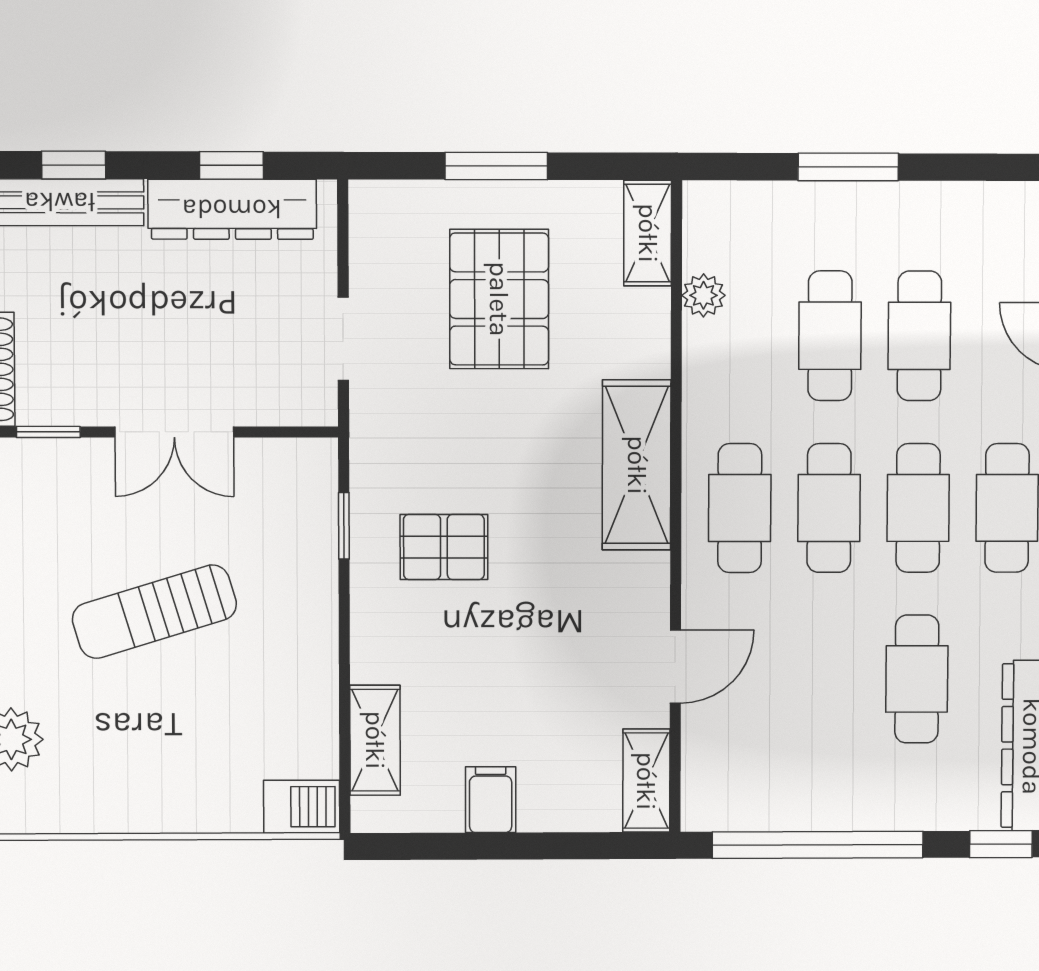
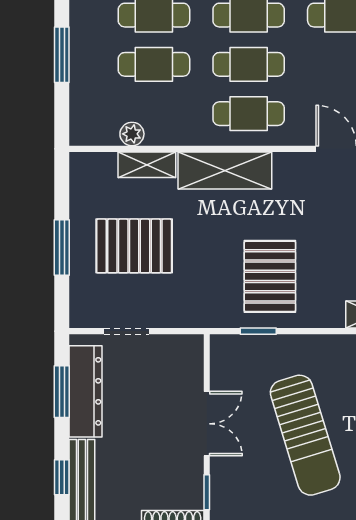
window: (231, 165) -> (62, 392), width x1.50
shelving: (648, 233) -> (147, 165), moved
doorway: (343, 339) -> (127, 331), moved
pallet: (444, 547) -> (270, 276), width x1.50, depth x1.42
sun lounger: (154, 612) -> (305, 435), width x1.36, depth x1.34

